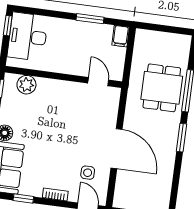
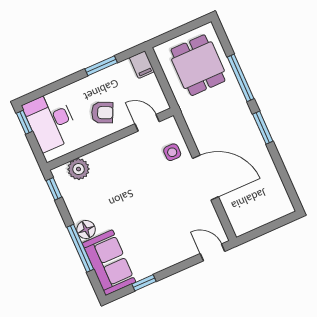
armchair: (70, 54) -> (102, 113), added
dining table: (162, 88) -> (198, 65), moved
side table: (88, 173) -> (172, 152), moved
bookcase: (55, 194) -> (173, 260), removed

